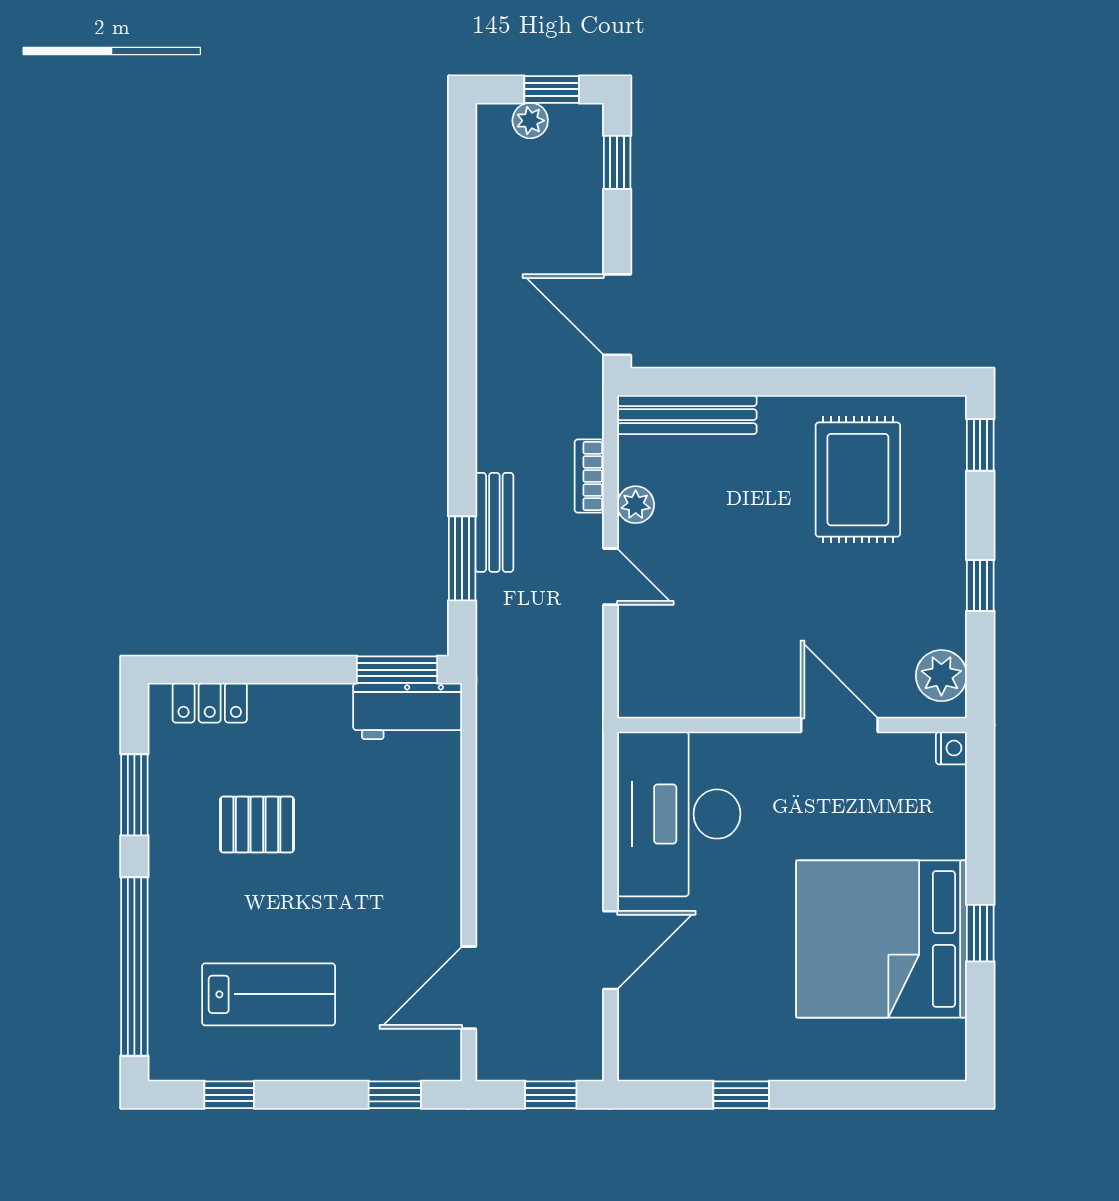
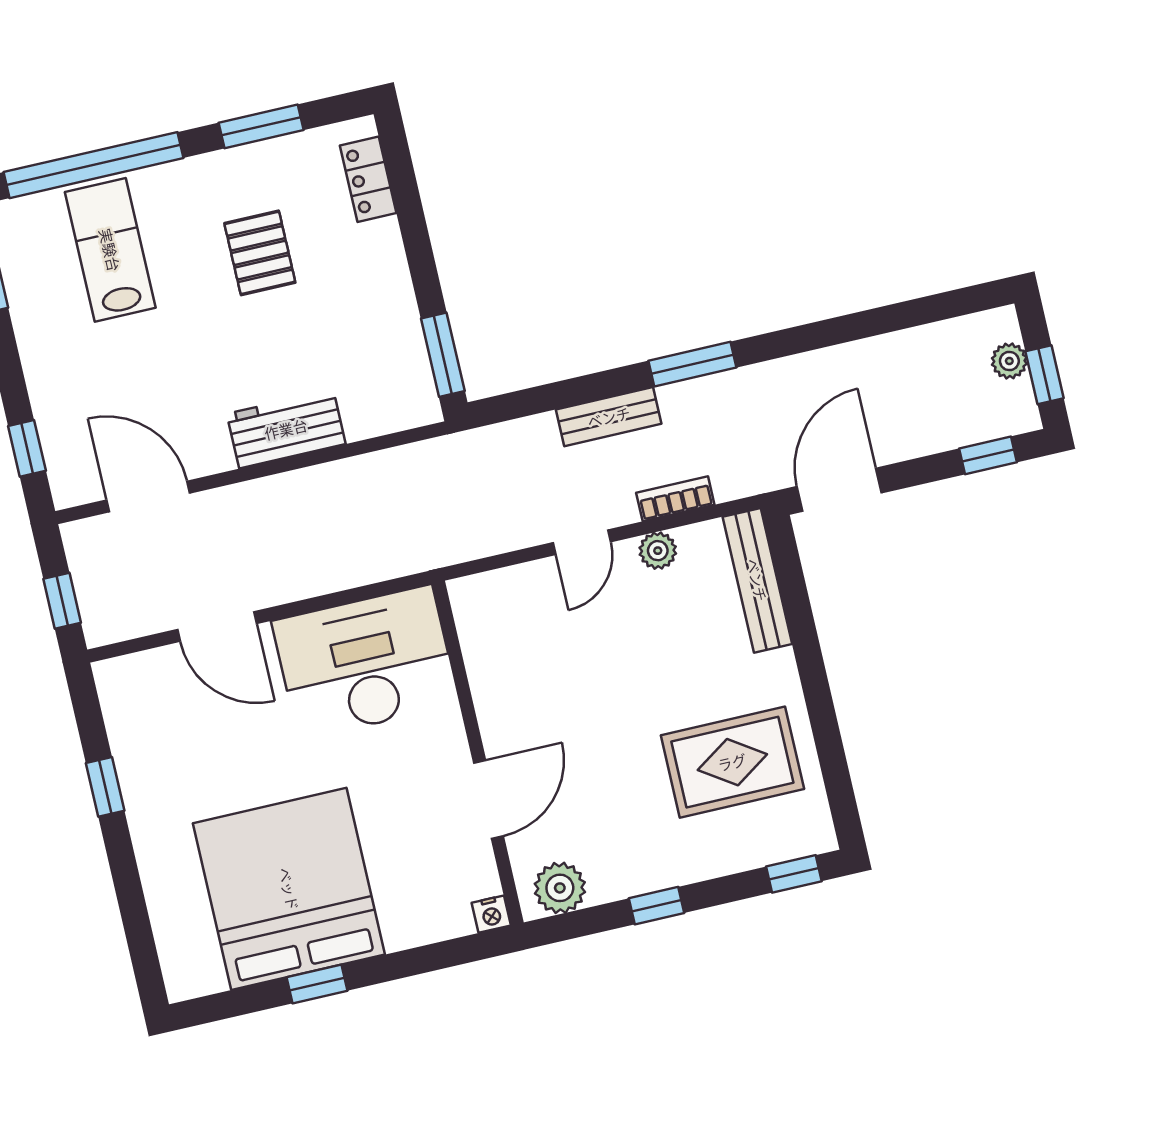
window: (462, 558) -> (692, 364), moved
workbench: (408, 711) -> (286, 429), moved, turned 90
lab bench: (269, 994) -> (110, 250), moved, turned 180

